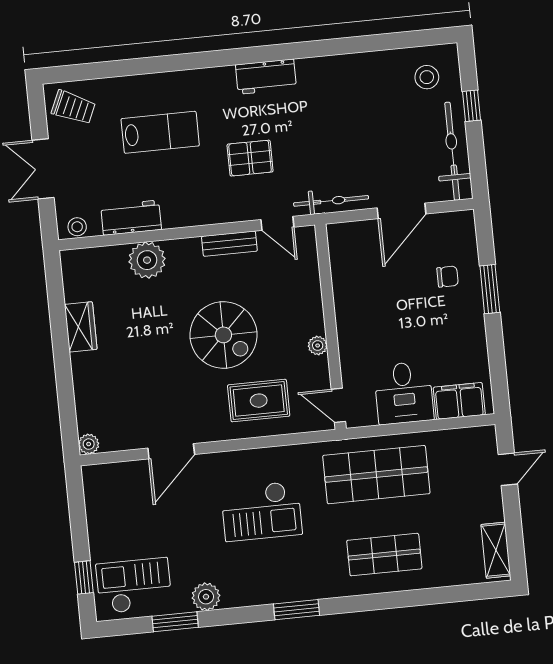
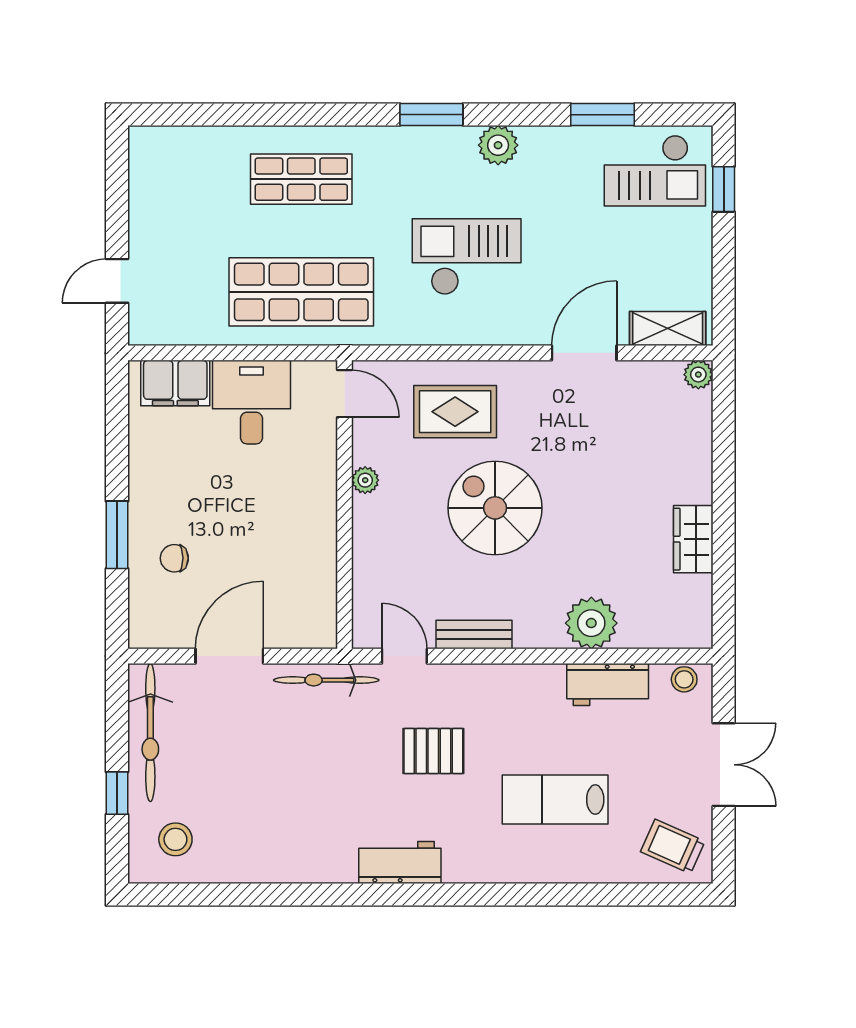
shelving: (496, 550) -> (668, 329), moved, turned 90
plant: (206, 597) -> (498, 145), moved

